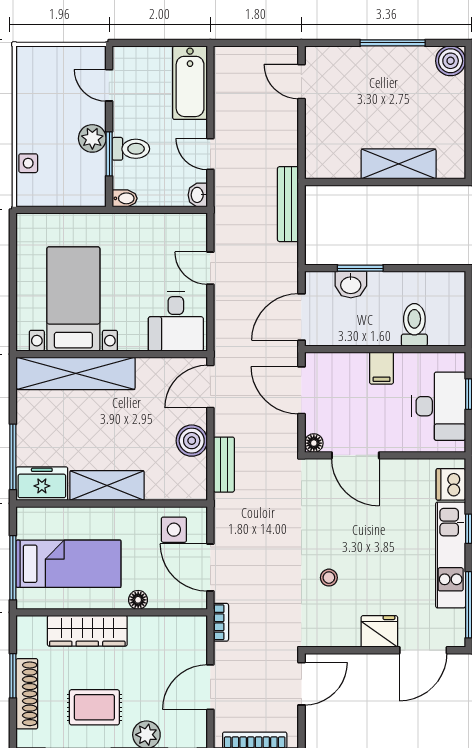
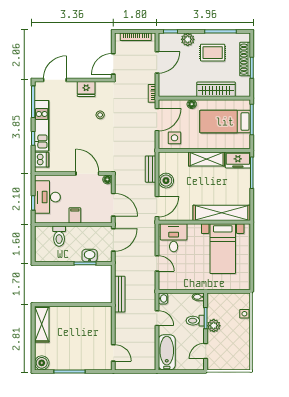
door: (109, 85) -> (206, 351), swing flipped
shelving: (399, 164) -> (42, 324), moved, turned 90
door: (210, 568) -> (157, 120), hinge flipped
fridge: (379, 631) -> (86, 89), moved

